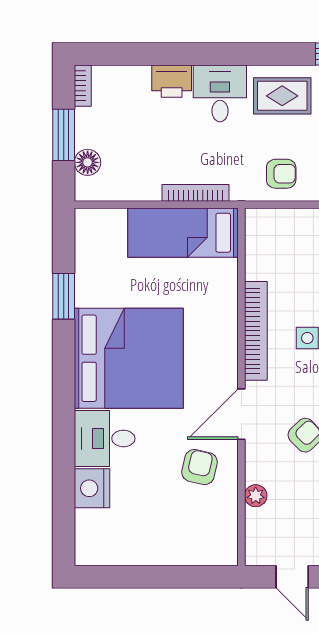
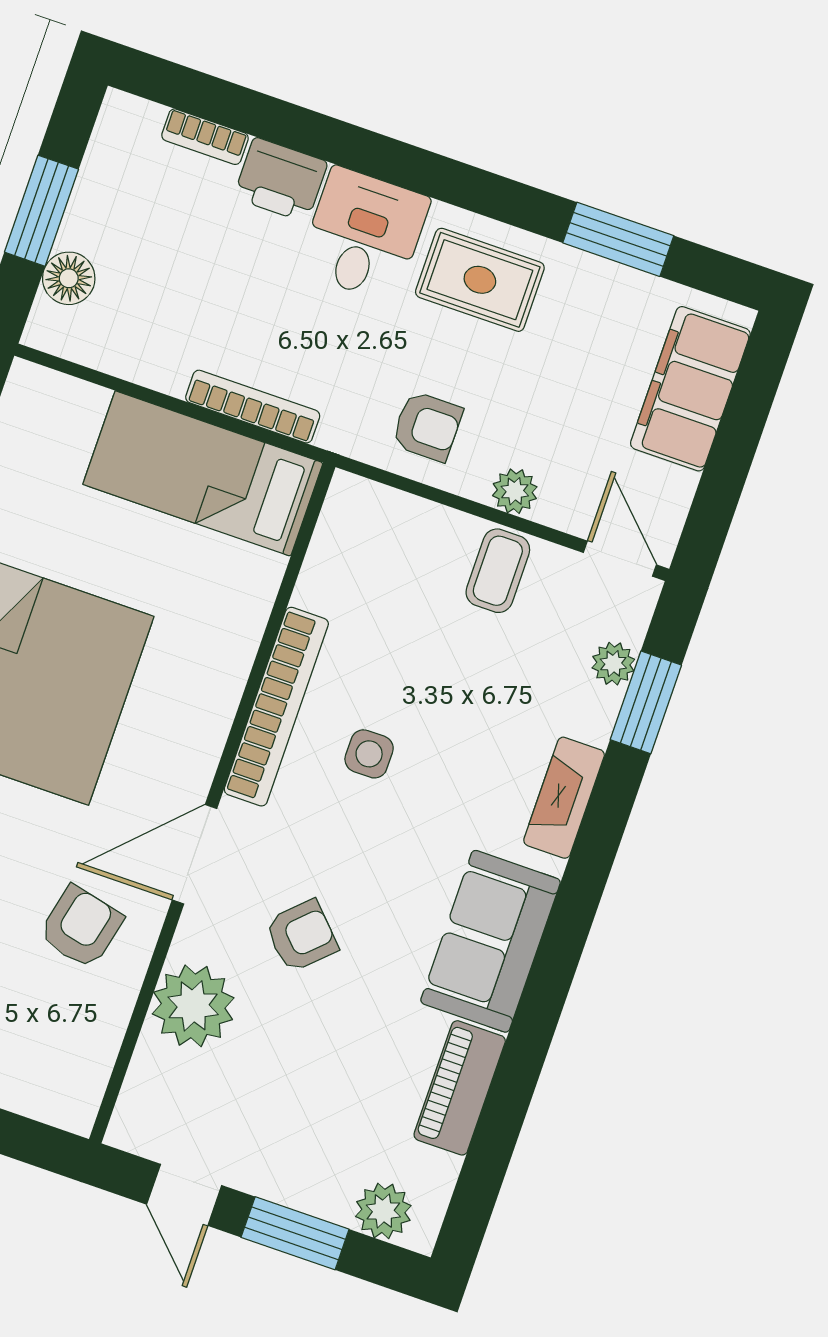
bookcase: (83, 86) -> (205, 137), moved, turned 90
plant: (256, 496) -> (193, 1006), width x1.88, depth x1.88

